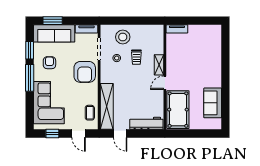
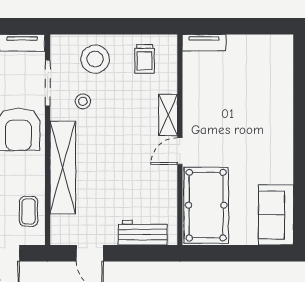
trolley: (136, 57) -> (145, 59), moved
sofa: (213, 103) -> (276, 215), moved
shelving: (107, 106) -> (63, 167), moved
workbench: (146, 123) -> (143, 233), width x0.73

